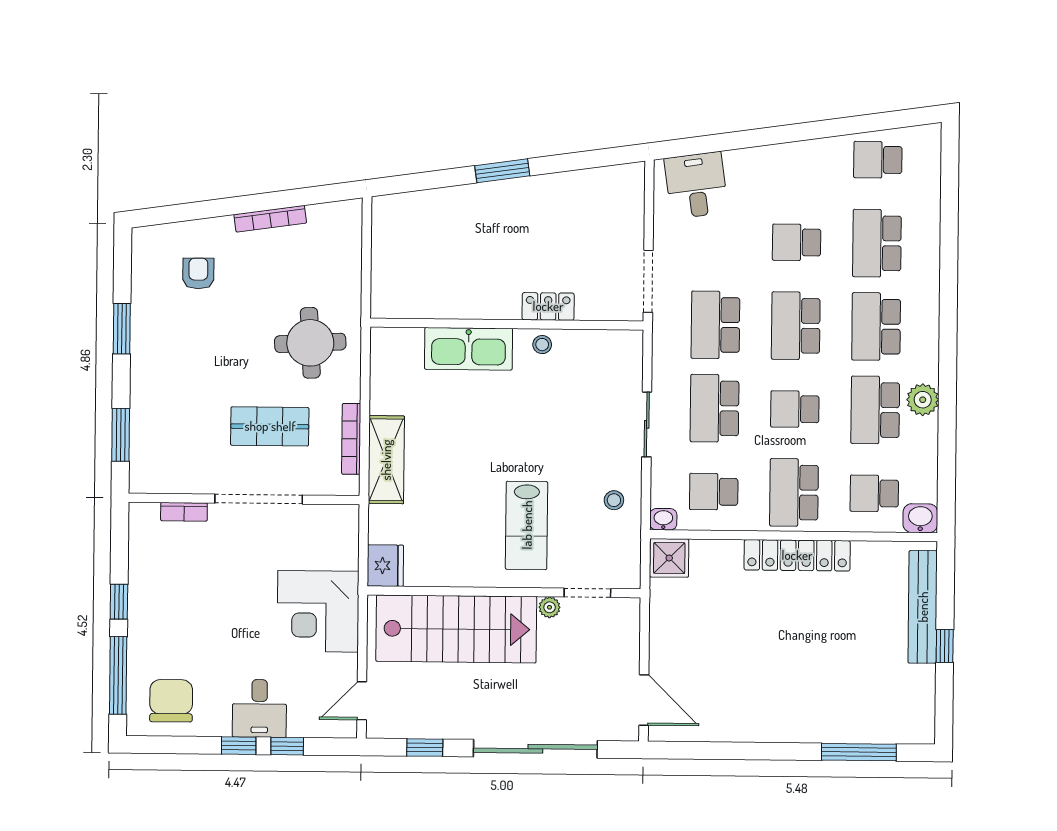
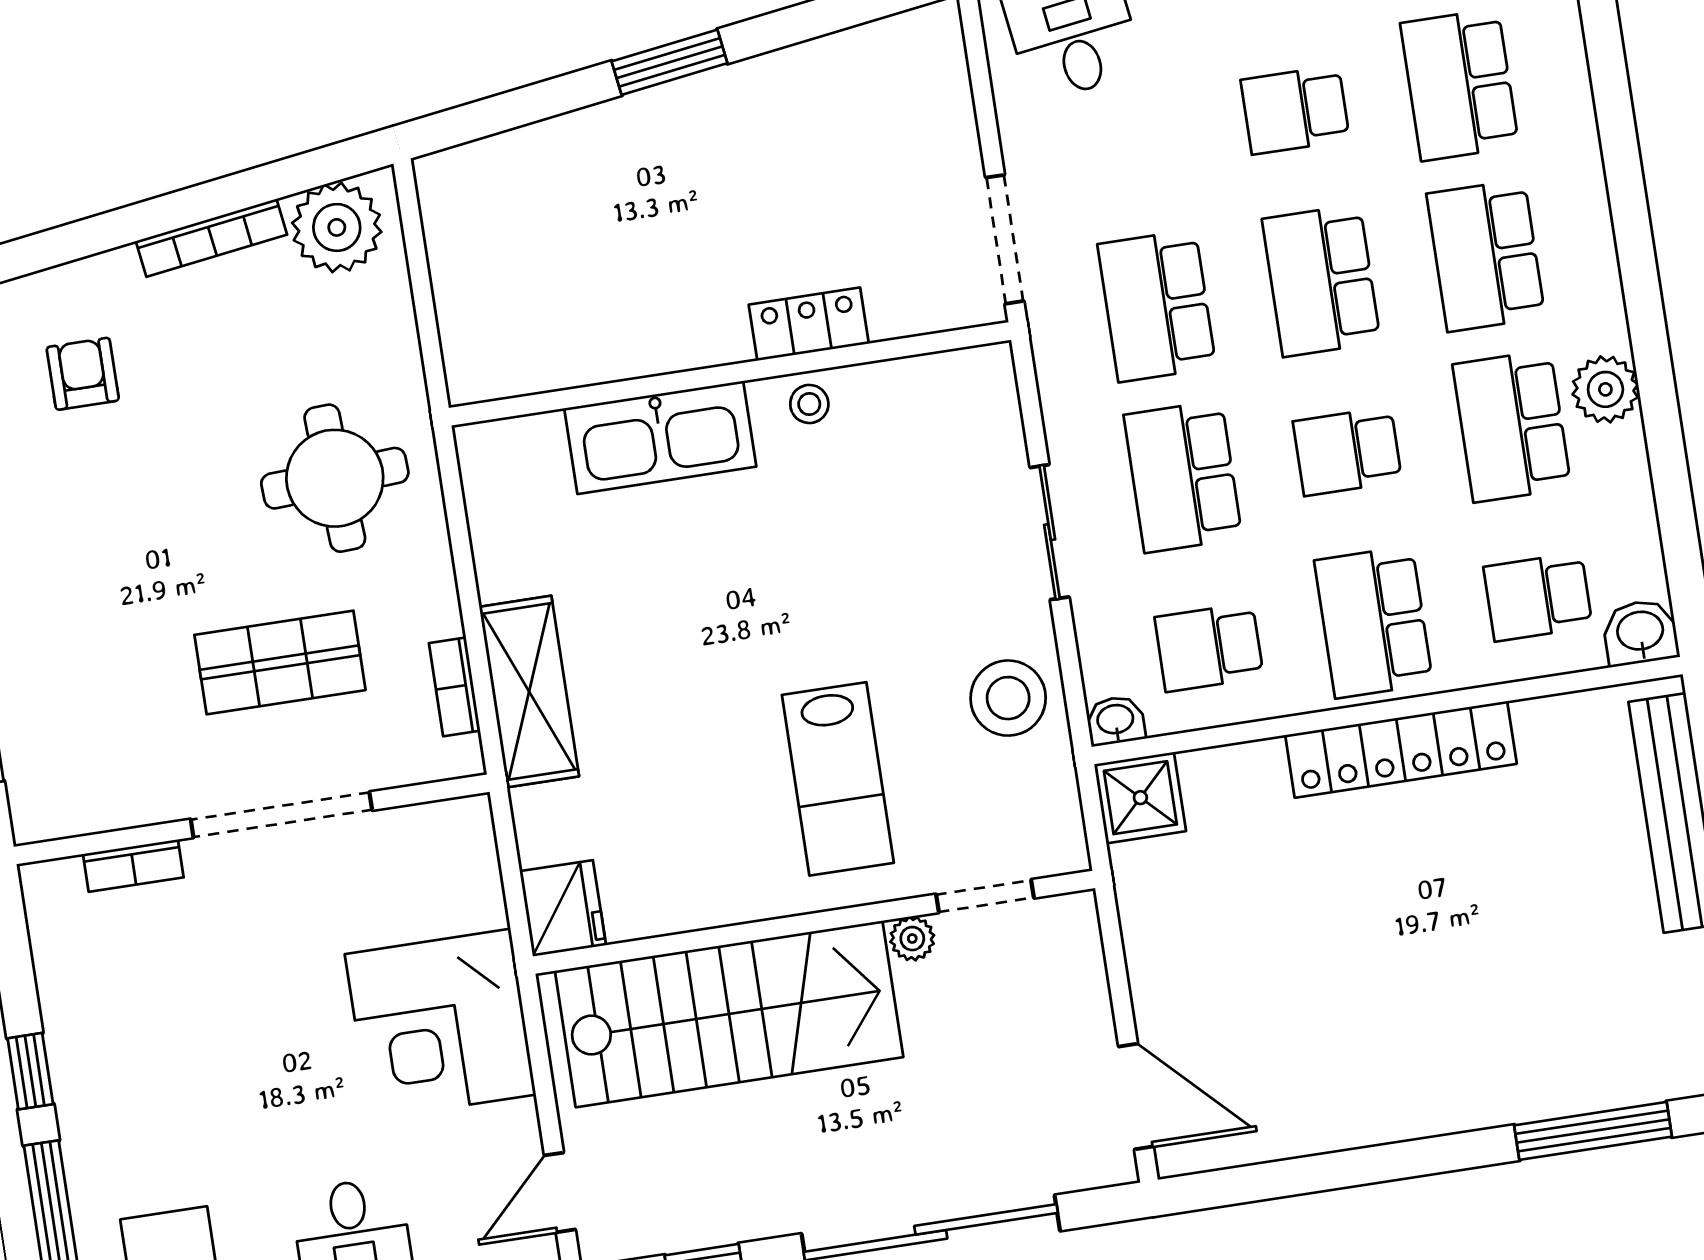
plant: (331, 224) -> (337, 227), added
bookcase: (351, 439) -> (455, 687), width x0.64
stool: (614, 500) -> (1008, 698), width x1.89, depth x1.89

